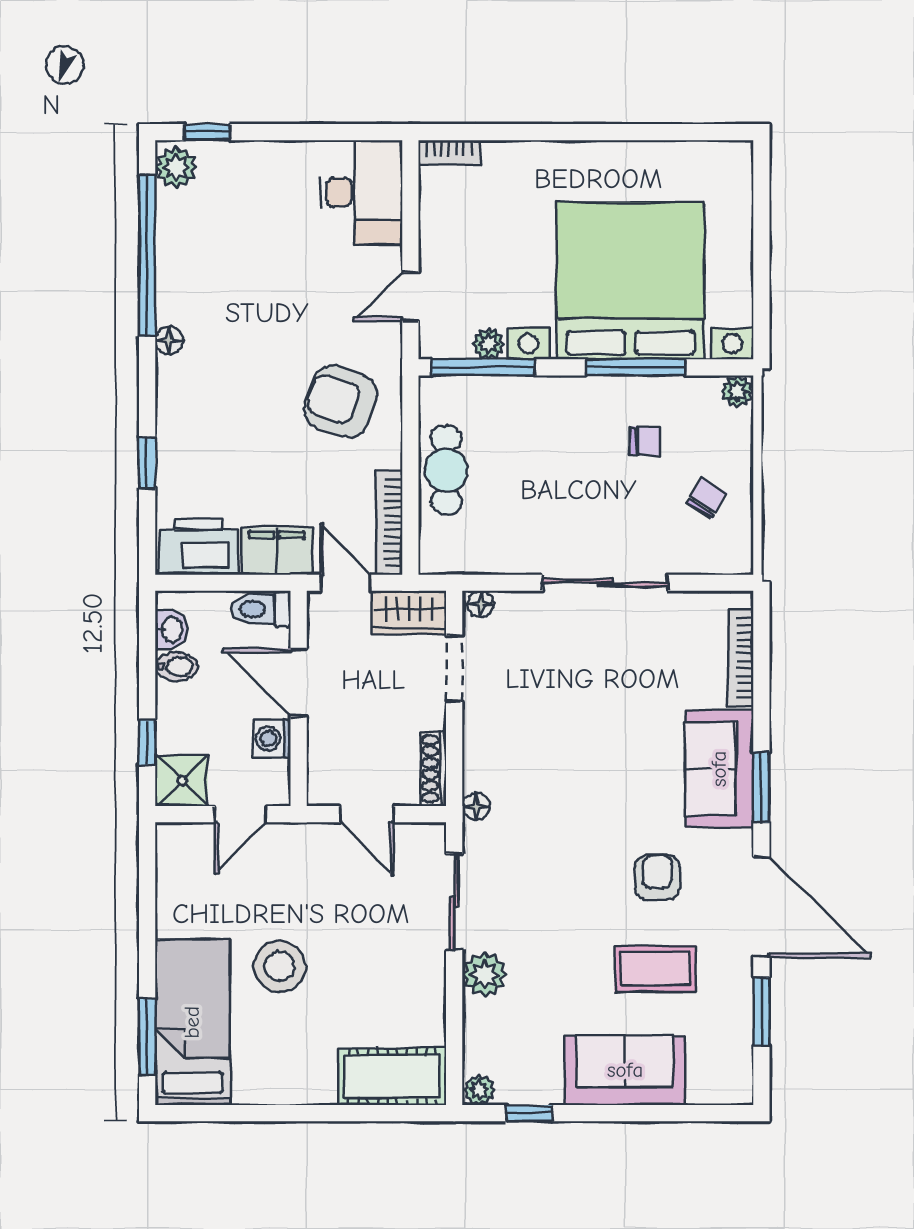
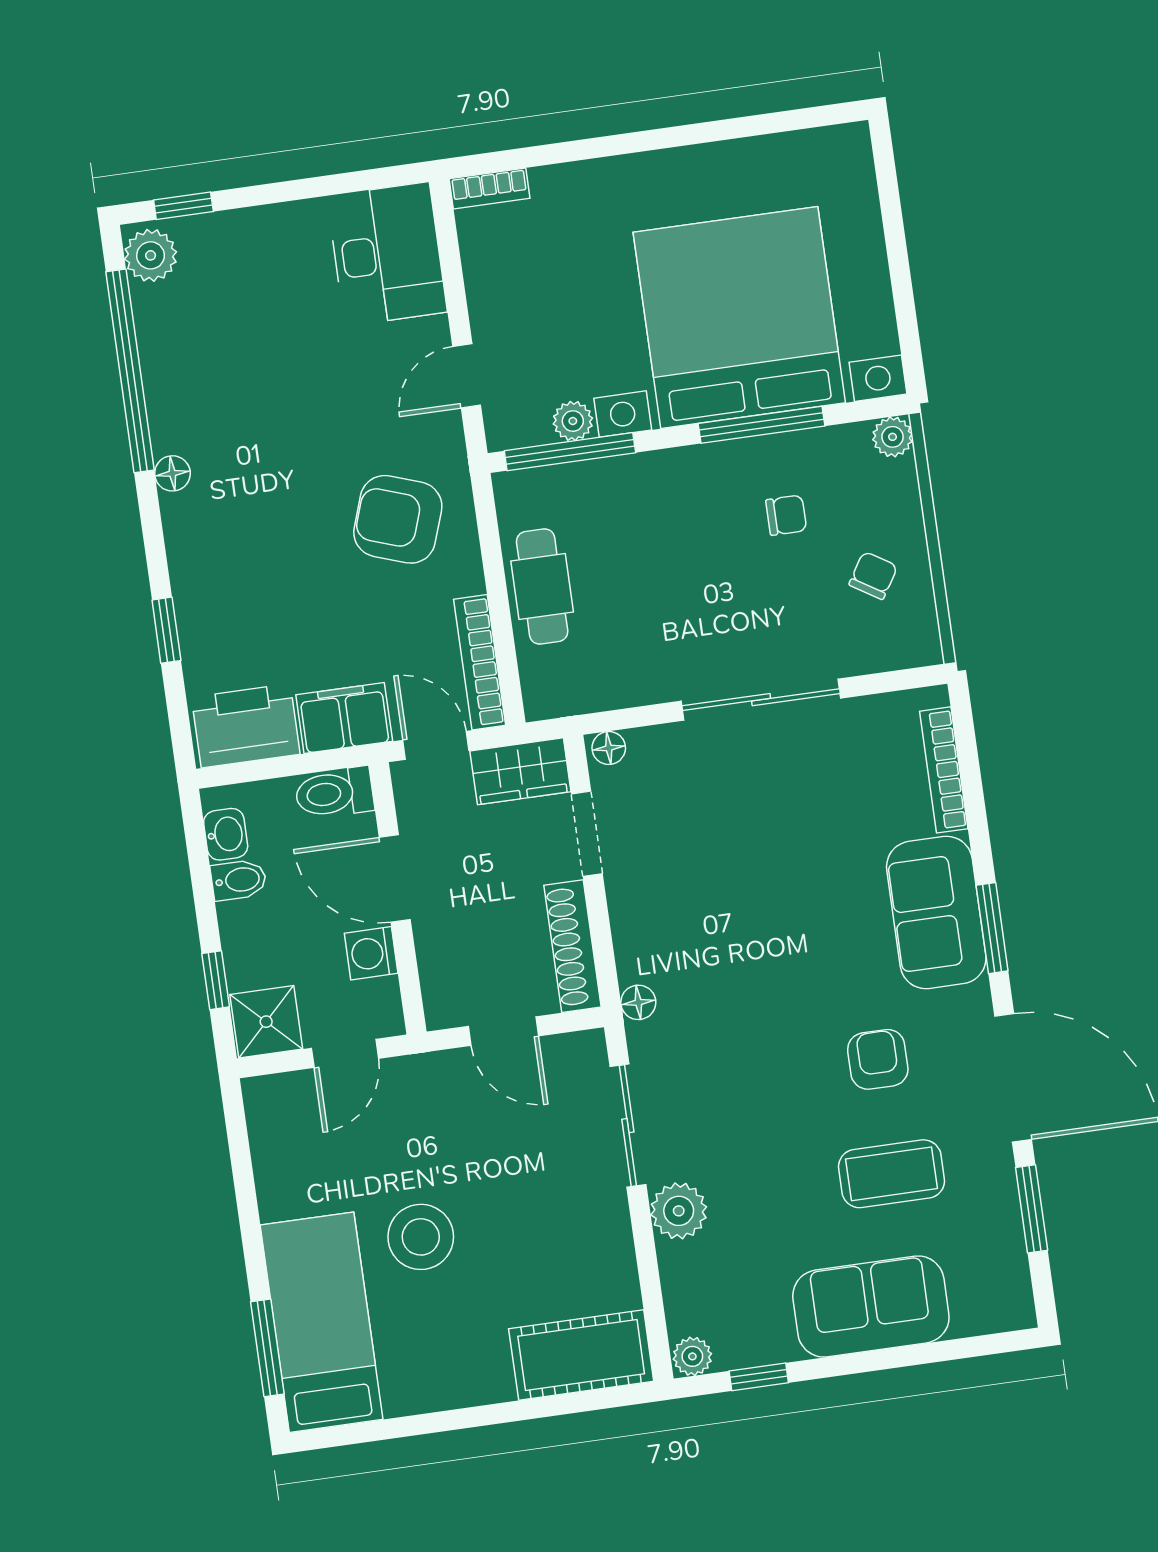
shoe rack: (434, 769) -> (572, 946), width x1.36, depth x1.24

